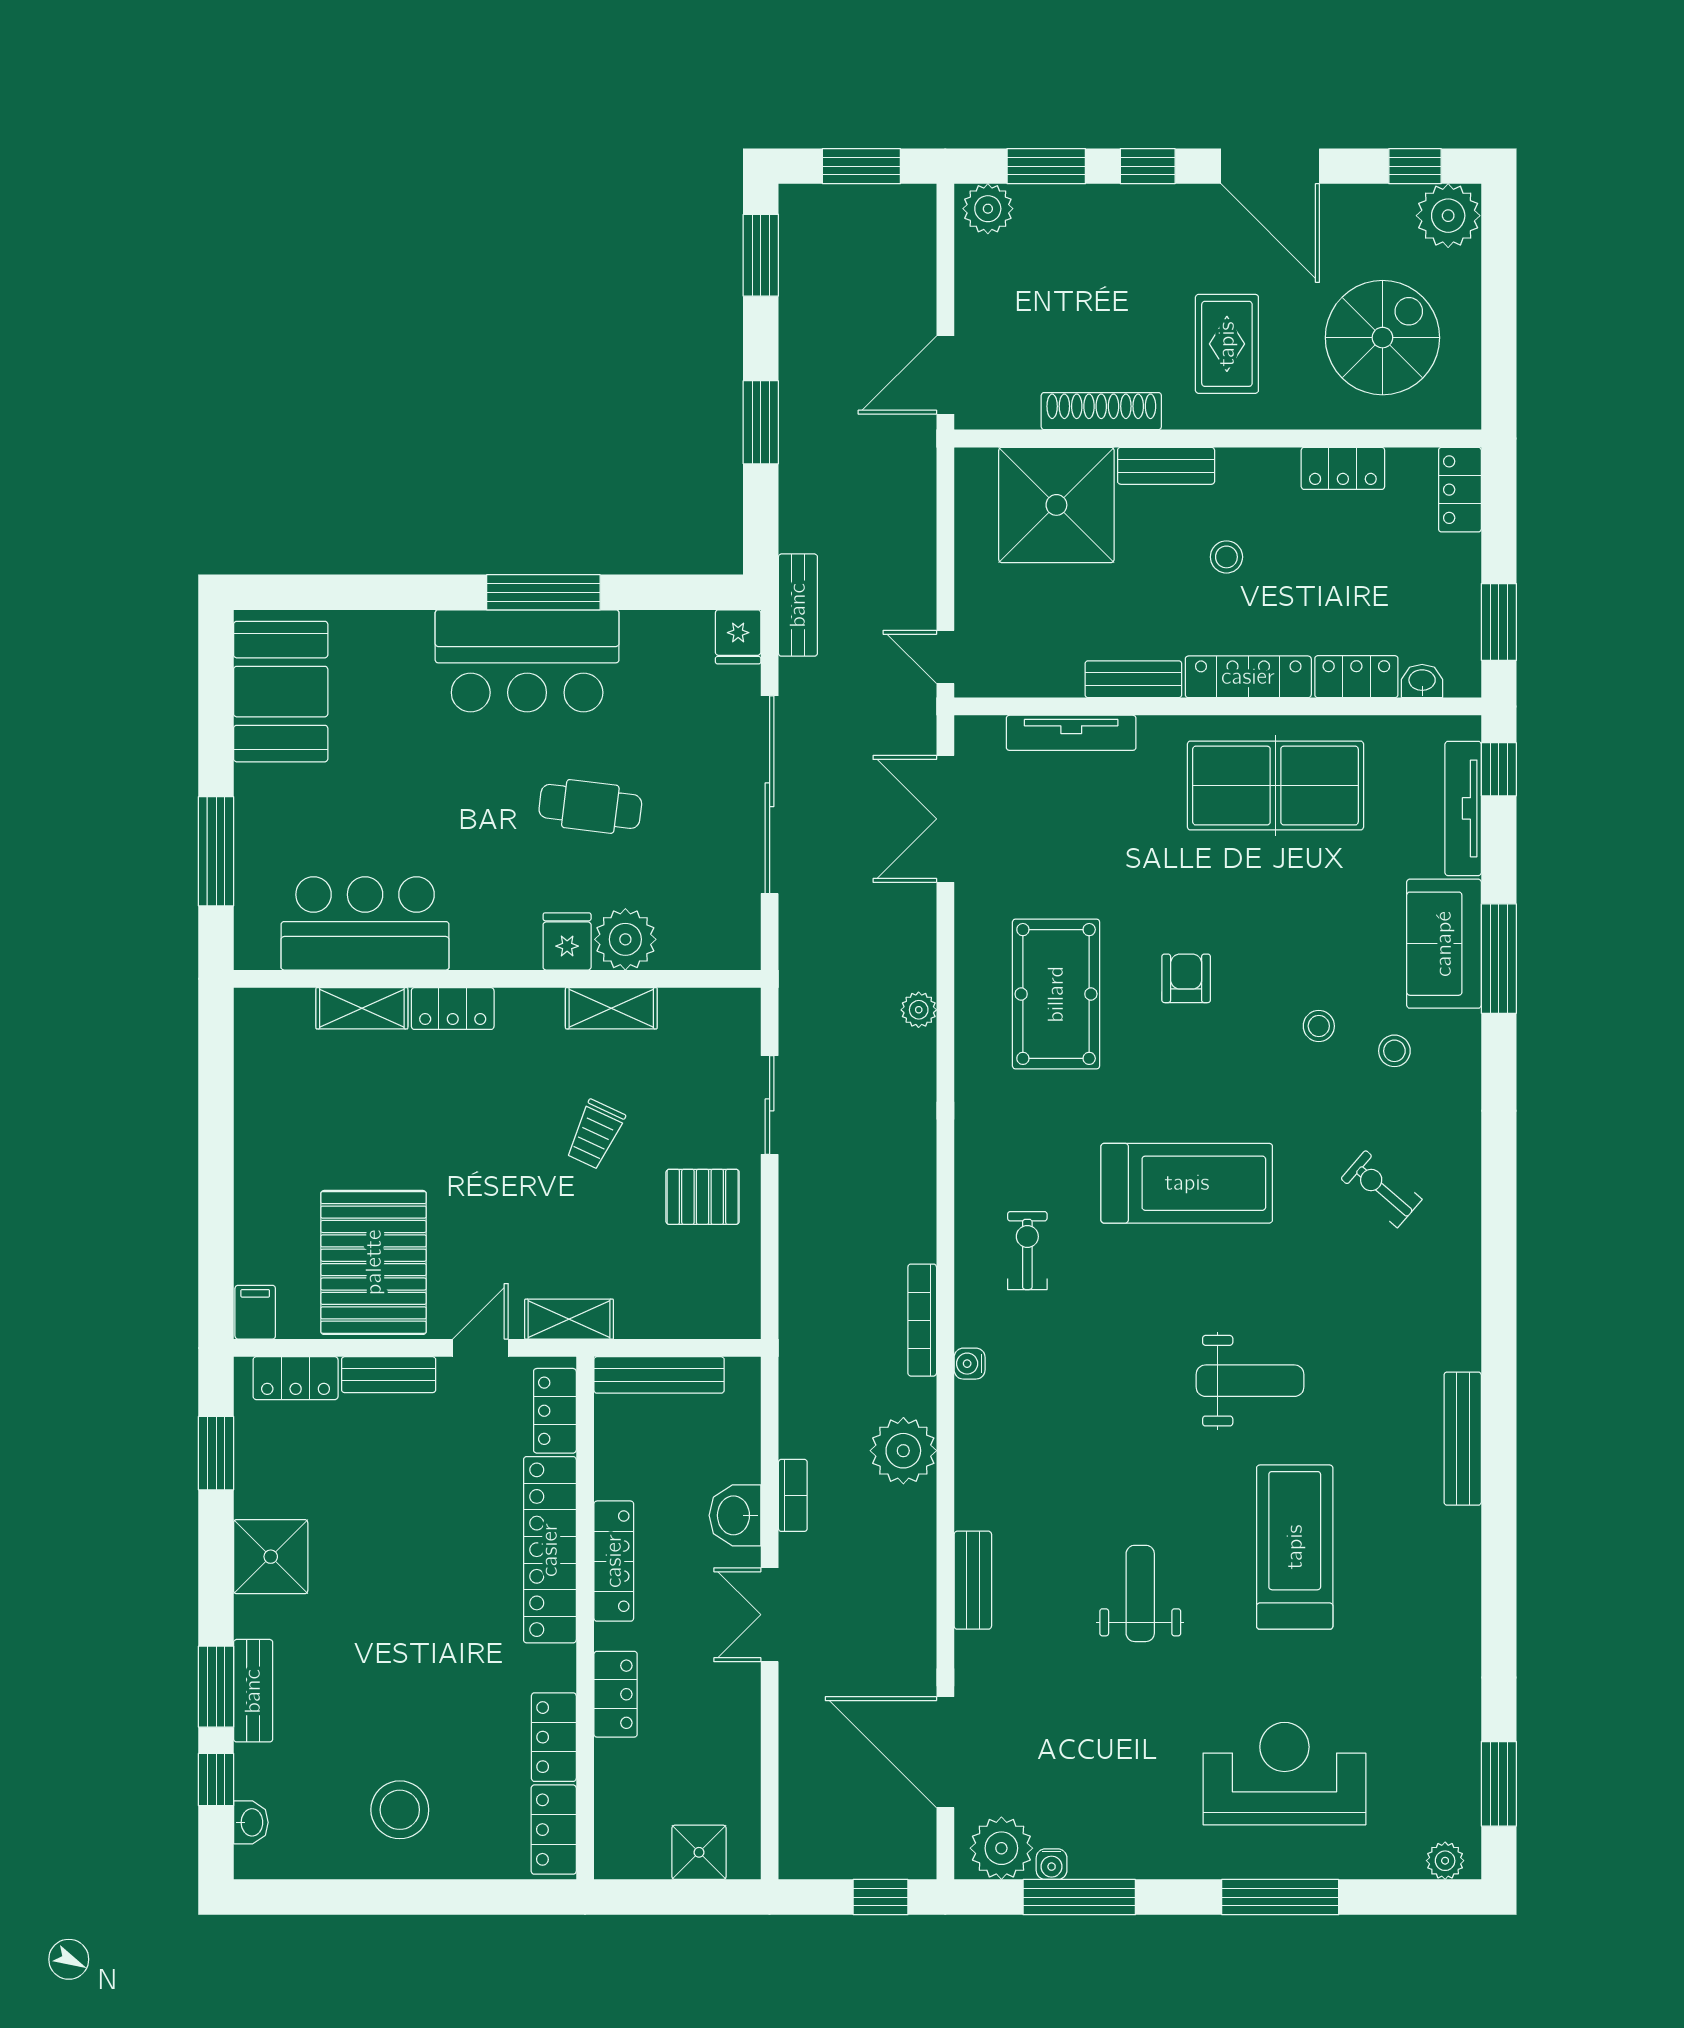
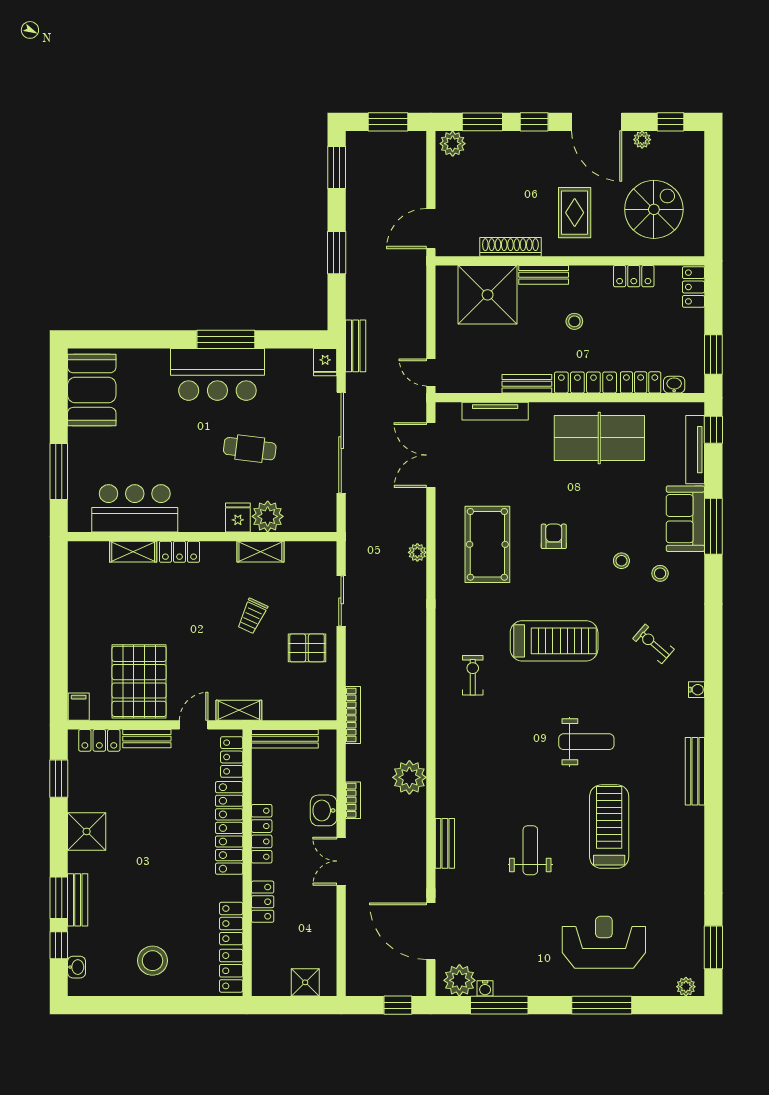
plant: (1448, 216) -> (642, 140), moved, width x0.53, depth x0.53
bookcase: (922, 1320) -> (353, 715), moved, turned 180
water cooler: (970, 1364) -> (696, 690), moved, turned 180

